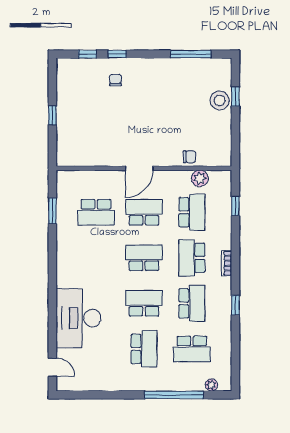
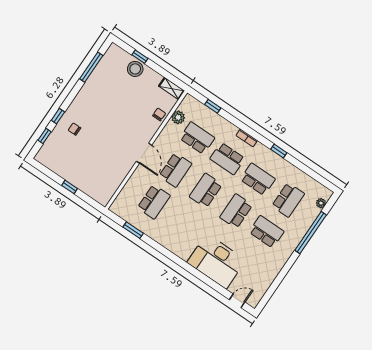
shelving: (225, 151) -> (172, 88), added
school desk: (144, 212) -> (175, 170), turned 180

